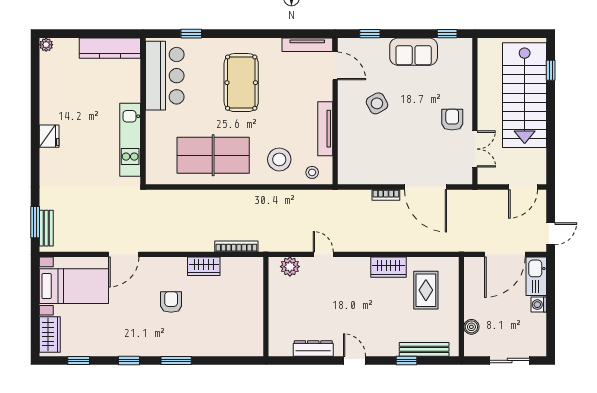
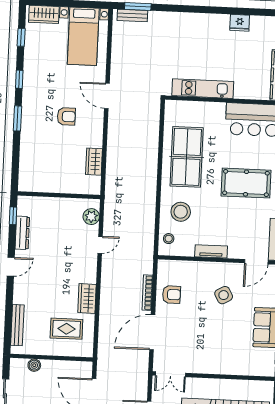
armchair: (452, 120) -> (171, 295), moved
tv unit: (325, 129) -> (211, 251), width x0.71
fridge: (49, 136) -> (240, 23), moved
double door: (475, 149) -> (170, 374), moved
bookcase: (386, 195) -> (147, 293), width x1.56
bookcase: (236, 246) -> (110, 173), removed
door: (124, 254) -> (107, 96), moved
wardrobe: (204, 266) -> (94, 162), moved
window: (407, 360) -> (13, 216), moved

